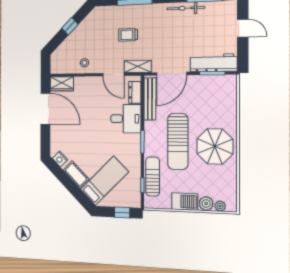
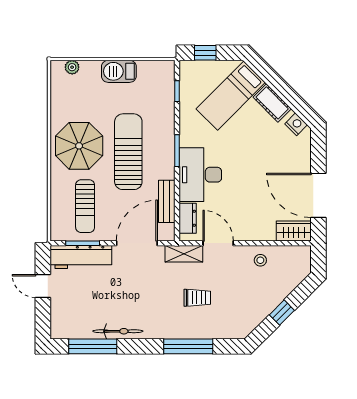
door: (243, 28) -> (43, 286), moved
bench: (150, 99) -> (167, 201), width x0.73
desk: (126, 119) -> (200, 175), width x1.37
sun lounger: (153, 176) -> (85, 206), moved
plant: (206, 204) -> (90, 70), removed

